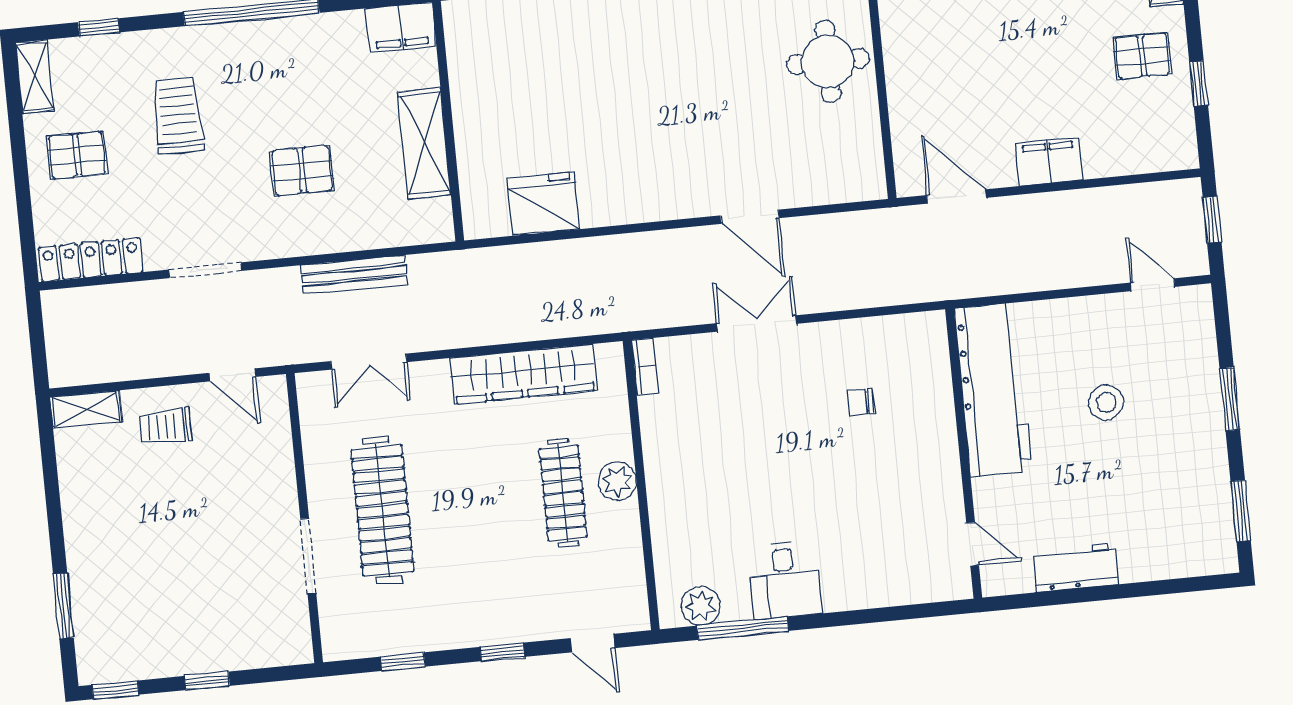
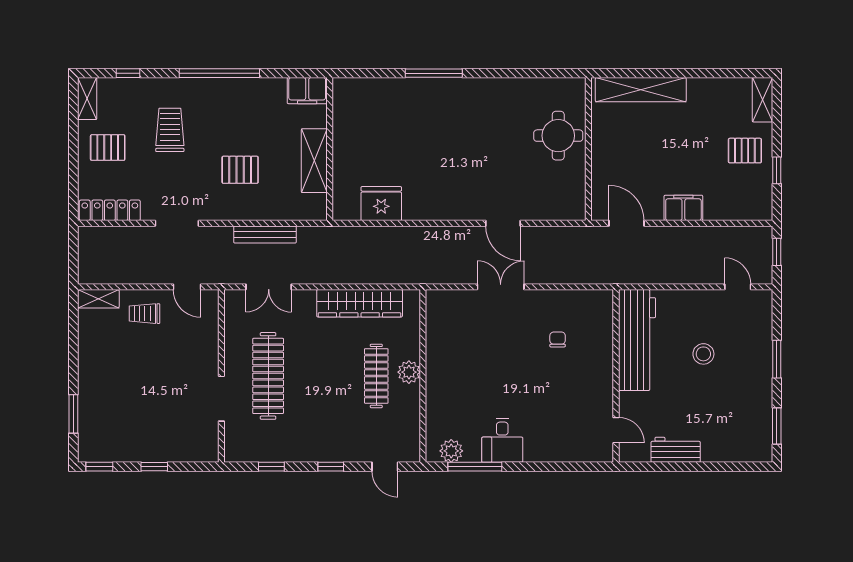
bookcase: (645, 367) -> (432, 306), removed
chair: (860, 402) -> (558, 339), turned 90

